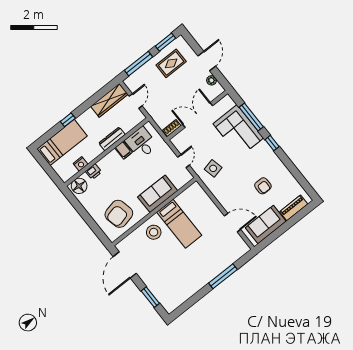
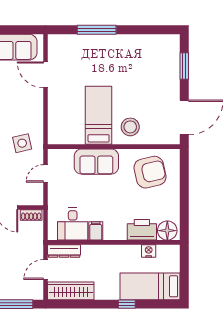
dresser: (112, 139) -> (64, 251), moved
printer: (94, 172) -> (142, 230), width x1.87, depth x1.48

